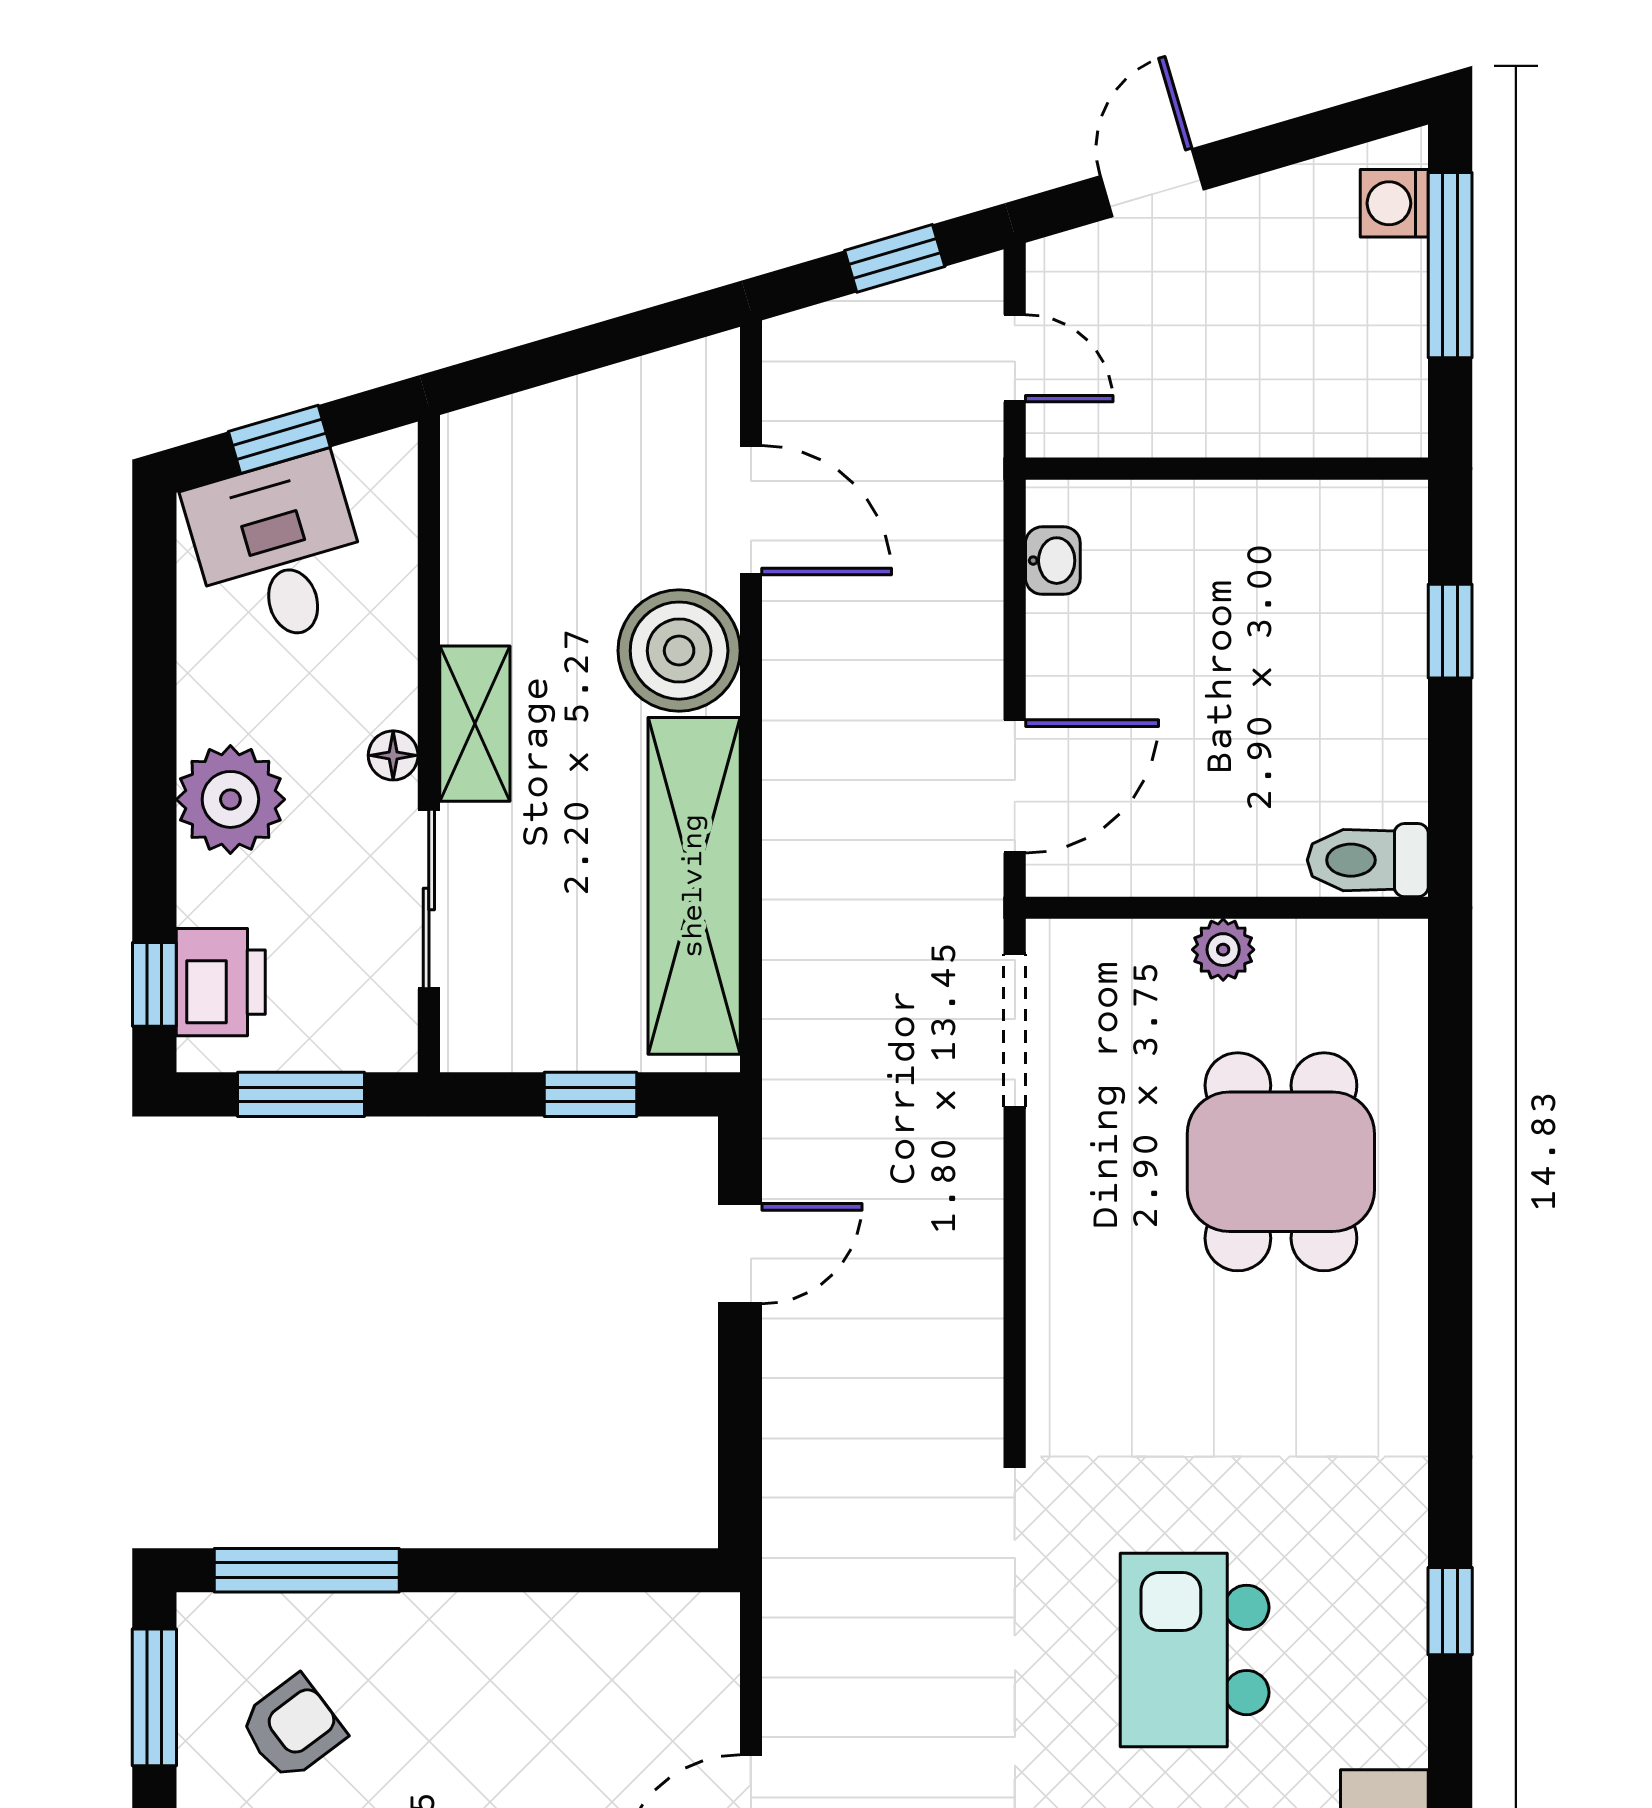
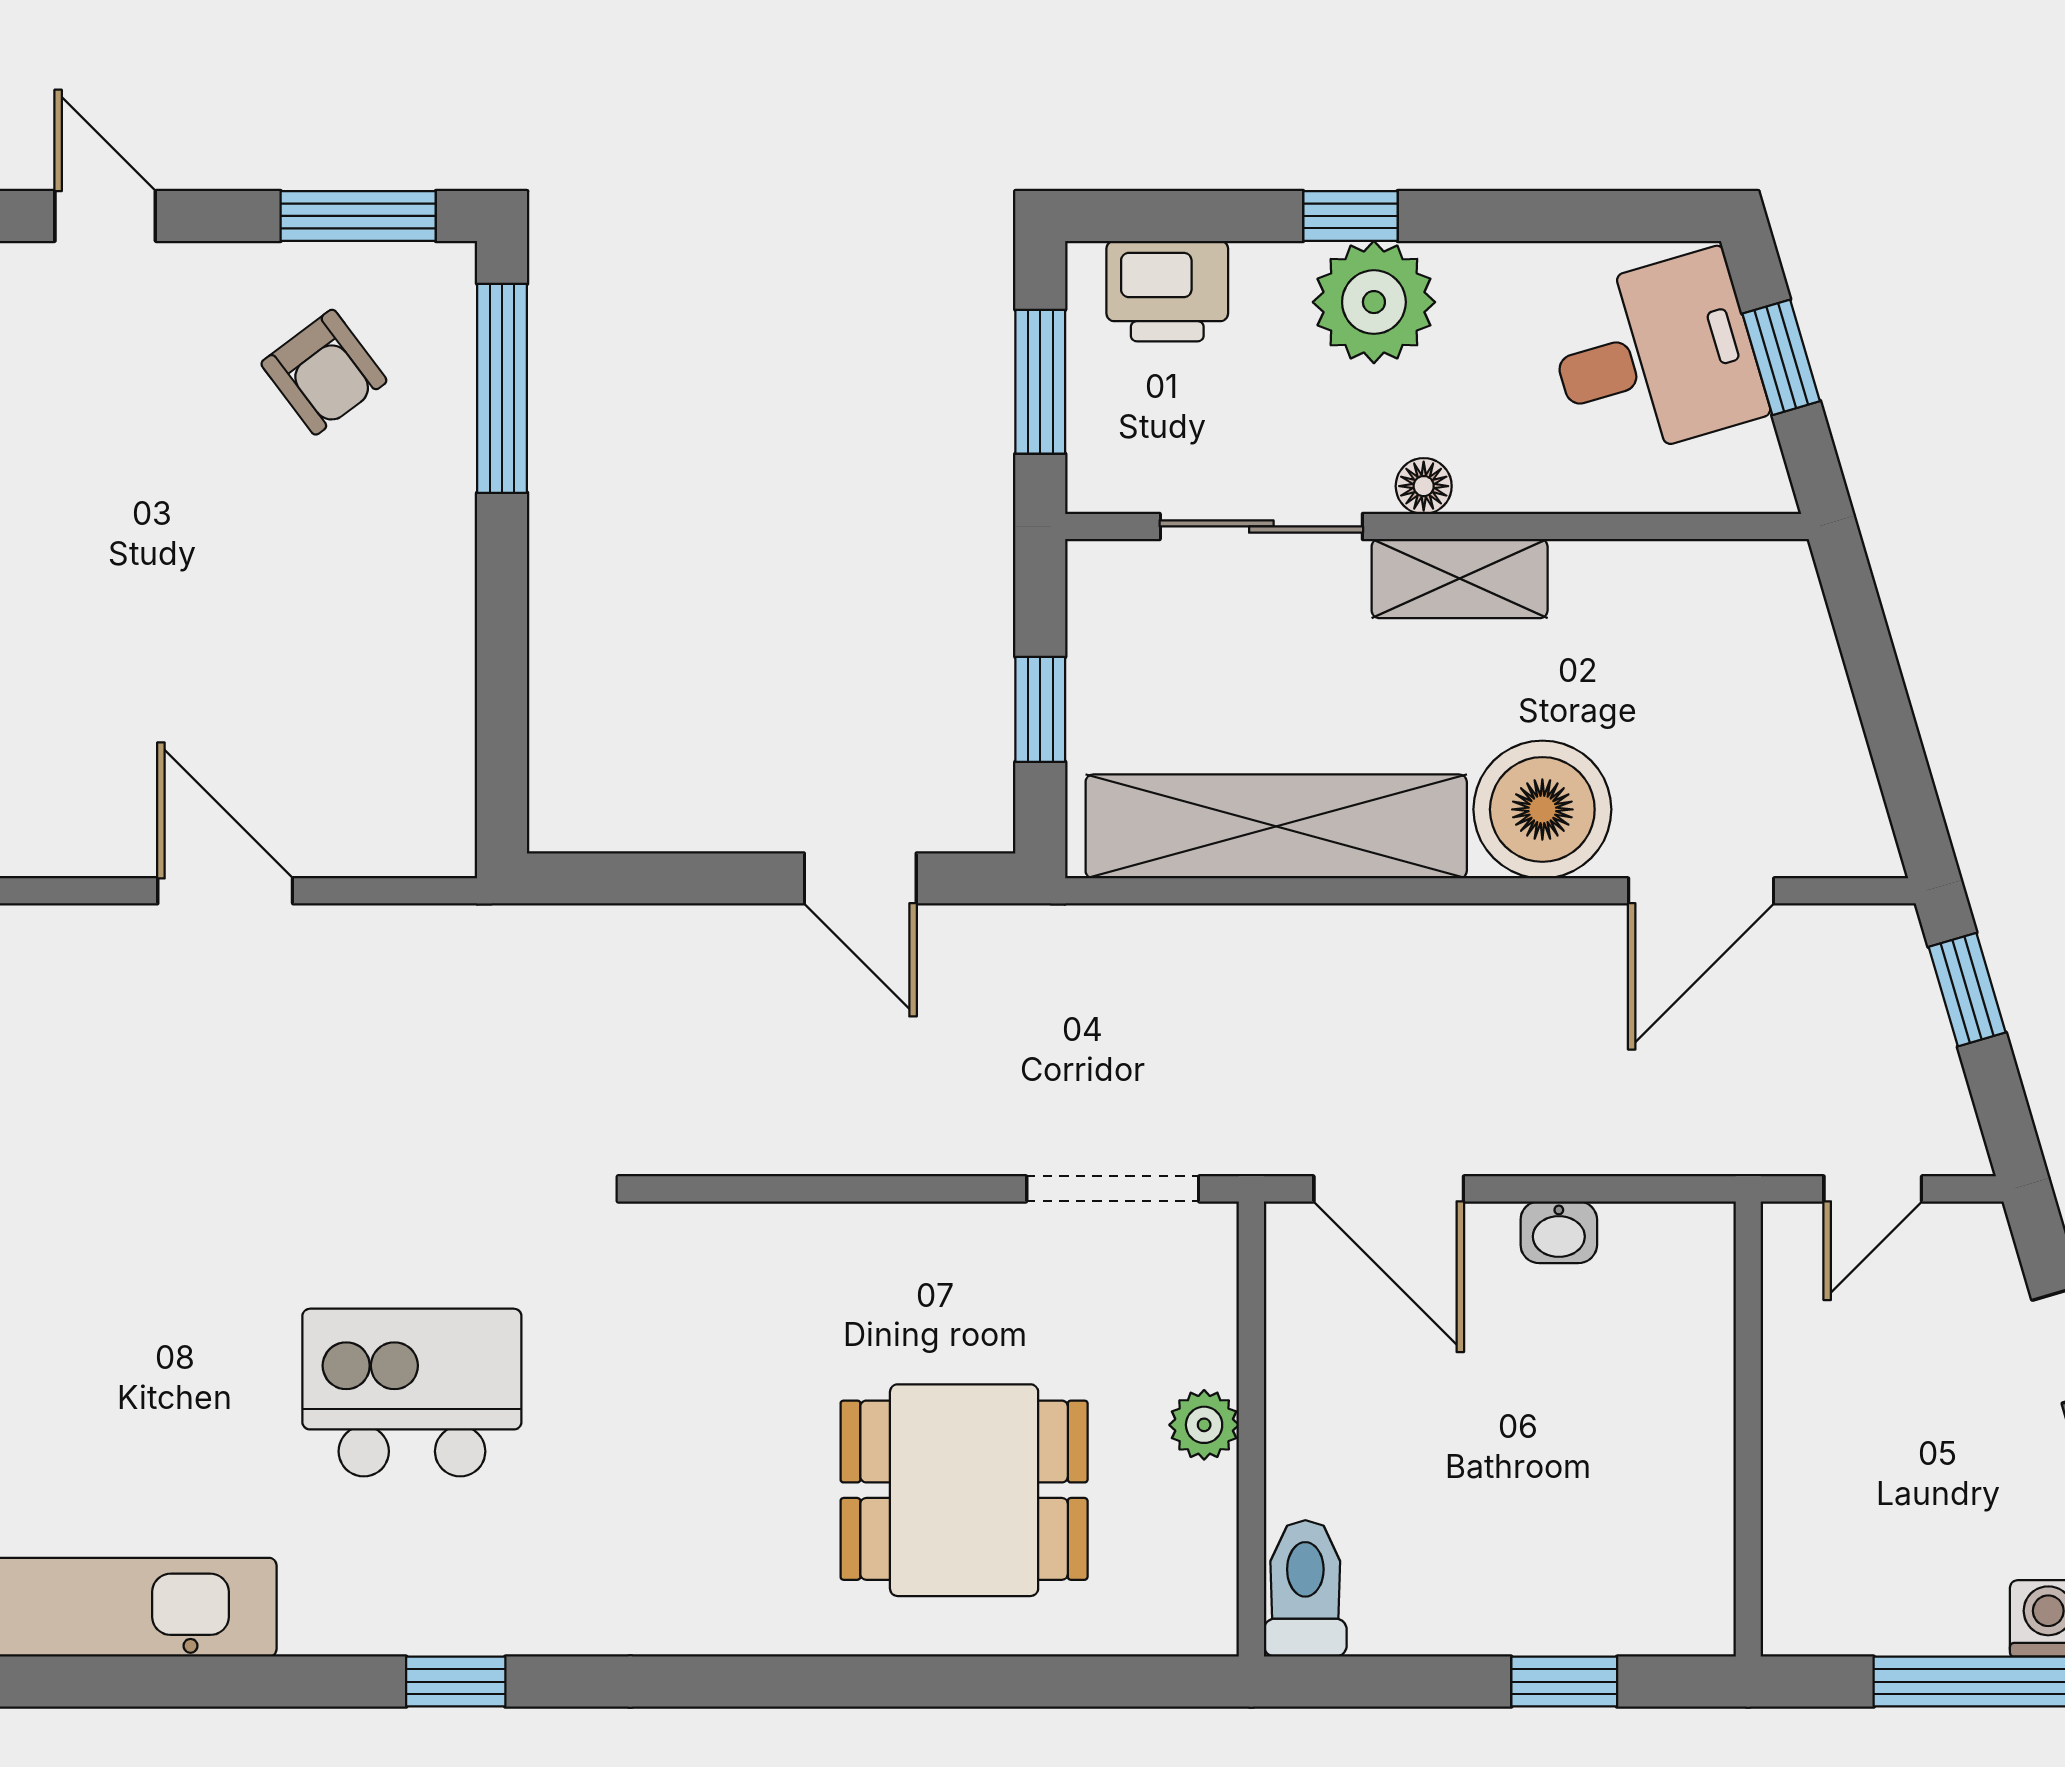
window: (895, 258) -> (1967, 990), moved
washbasin: (1053, 561) -> (1559, 1232), moved
window: (154, 984) -> (1350, 216), moved

